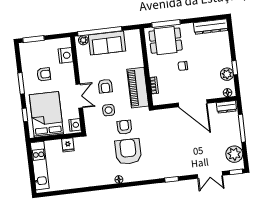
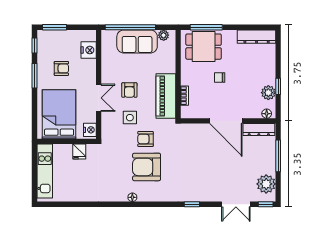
plant: (83, 40) -> (164, 35), moved
dresser: (226, 107) -> (259, 130), width x1.44
window: (25, 115) -> (35, 45), moved
armchair: (124, 127) -> (146, 139), turned -90
armchair: (128, 151) -> (147, 167), turned -90

